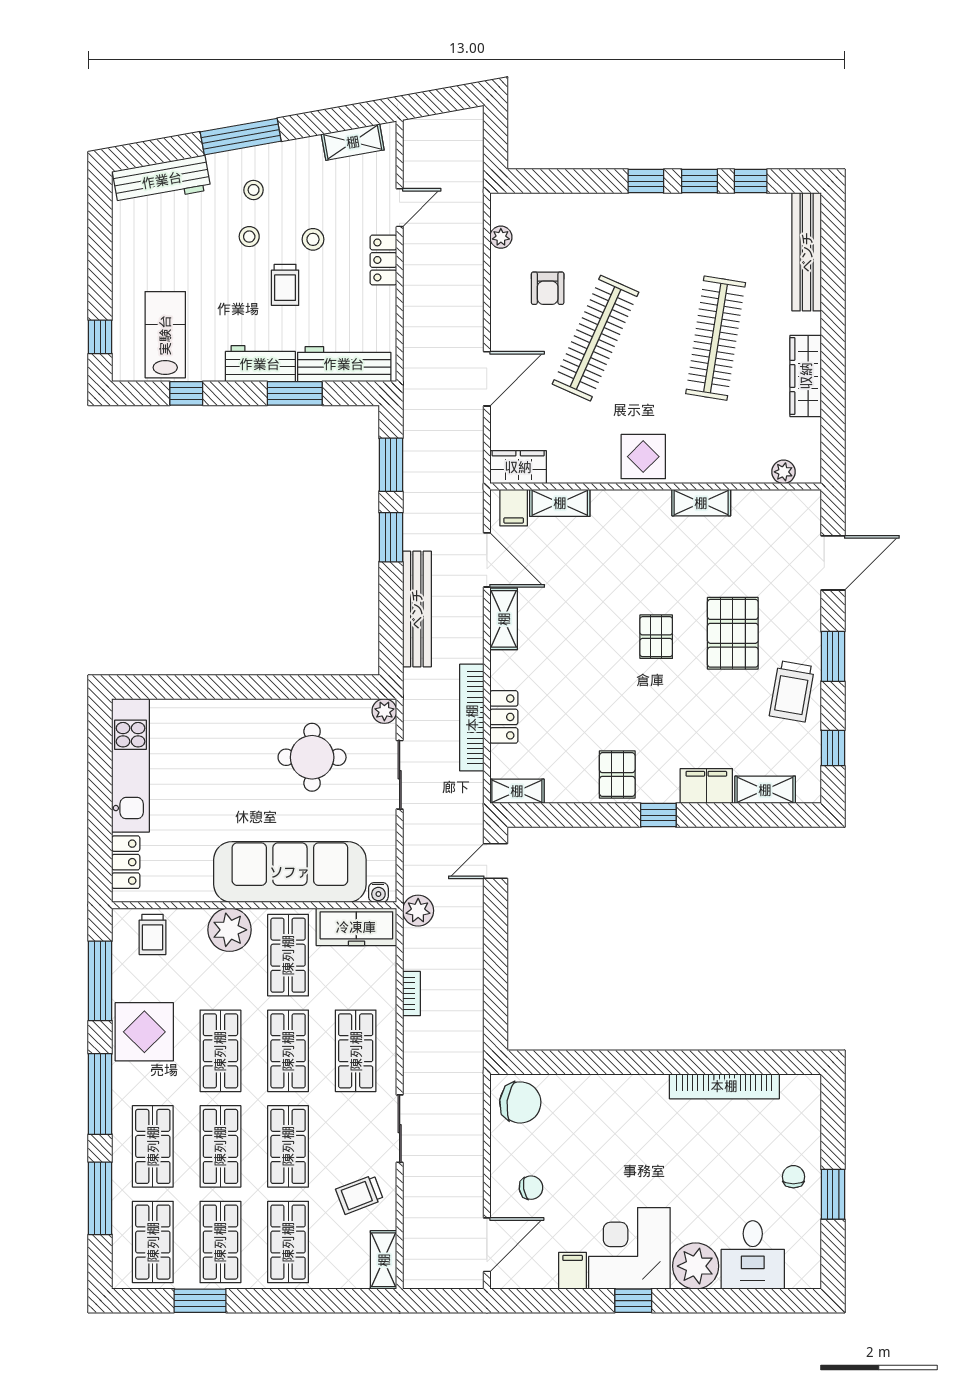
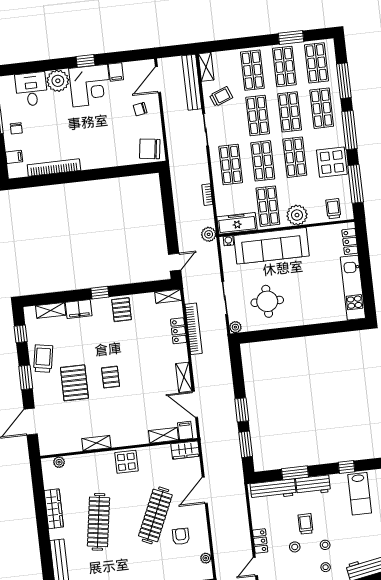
bench: (417, 609) -> (192, 82), moved
filing cabinet: (805, 1118) -> (14, 157), added

